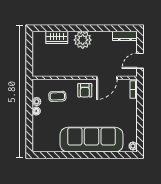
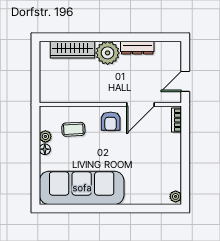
dresser: (125, 36) -> (137, 48), moved
wardrobe: (57, 37) -> (72, 50), width x1.50
sofa: (92, 140) -> (82, 188), moved

